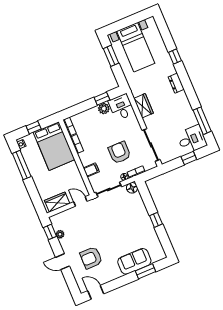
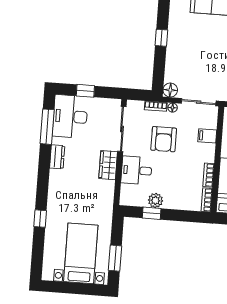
dresser: (176, 83) -> (57, 157), moved
wardrobe: (144, 106) -> (108, 165), moved
desk: (121, 107) -> (136, 170), moved, turned 90
desk: (192, 139) -> (70, 116), width x1.37

